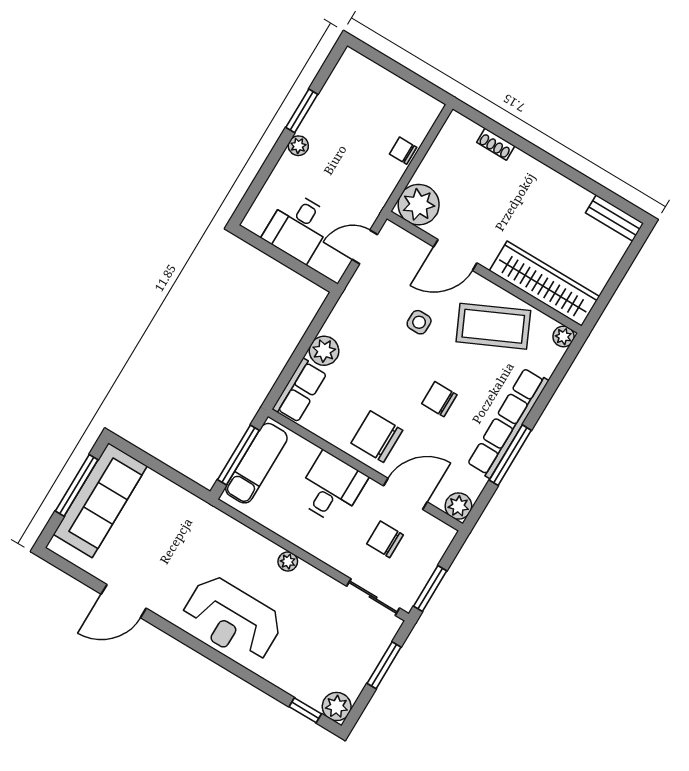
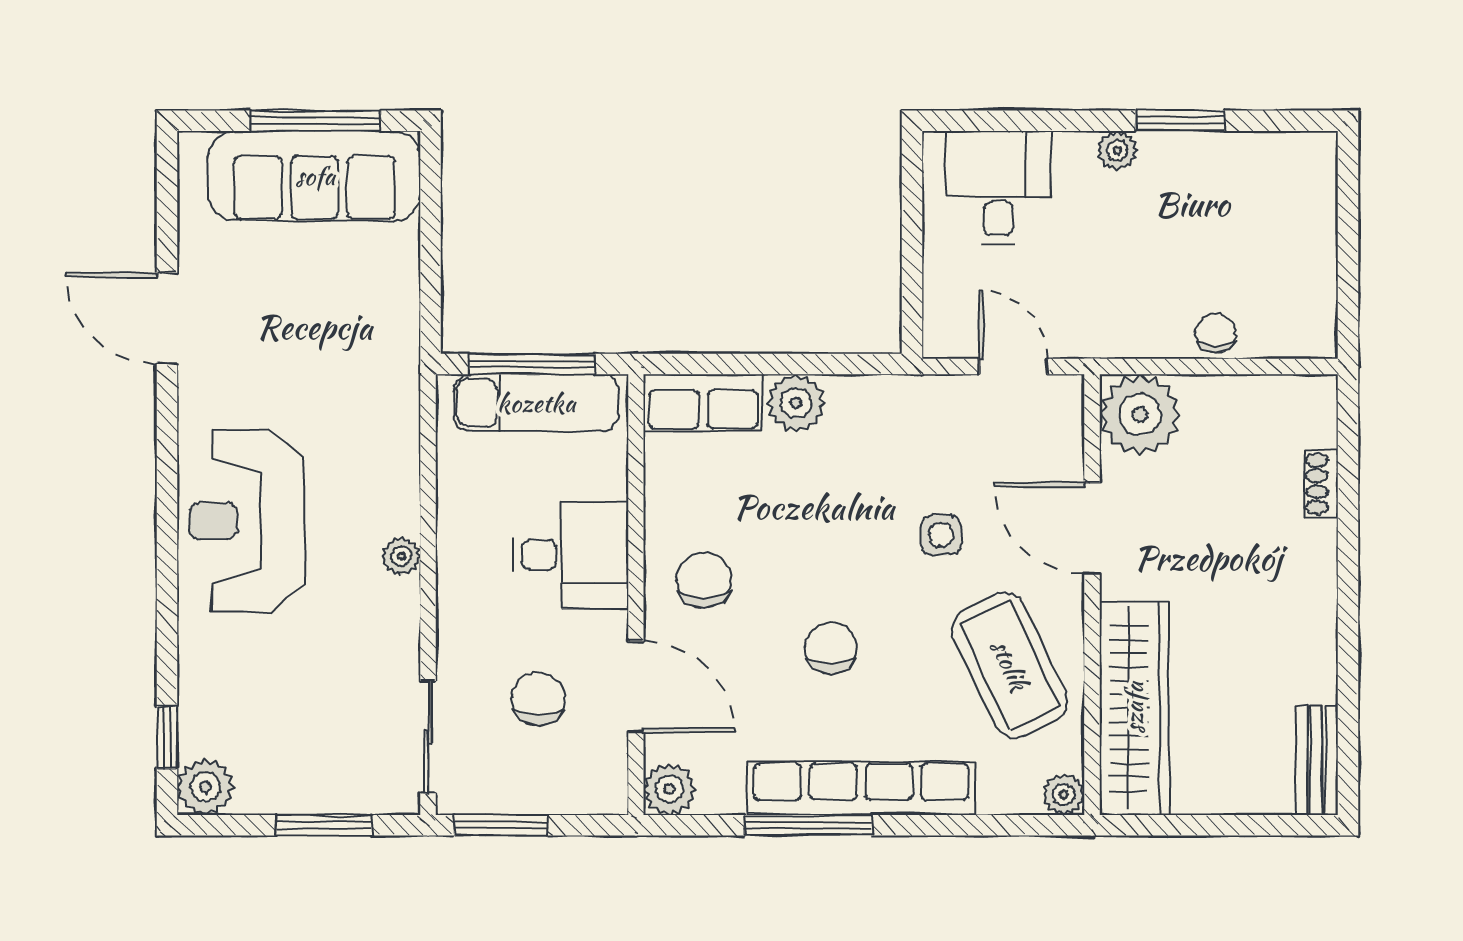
desk: (298, 227) -> (998, 188), moved, turned 90
chair: (377, 437) -> (704, 580), width x0.73, depth x0.73

